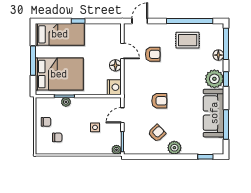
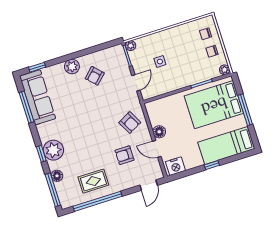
nightstand: (114, 87) -> (176, 166), moved, turned -90
armchair: (159, 101) -> (130, 123), moved, turned -118
plant: (66, 102) -> (225, 70), moved
sofa: (214, 113) -> (38, 97), moved
chair: (57, 137) -> (206, 34), moved

